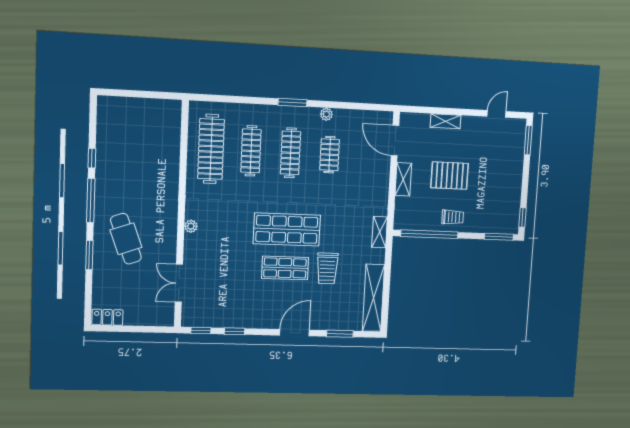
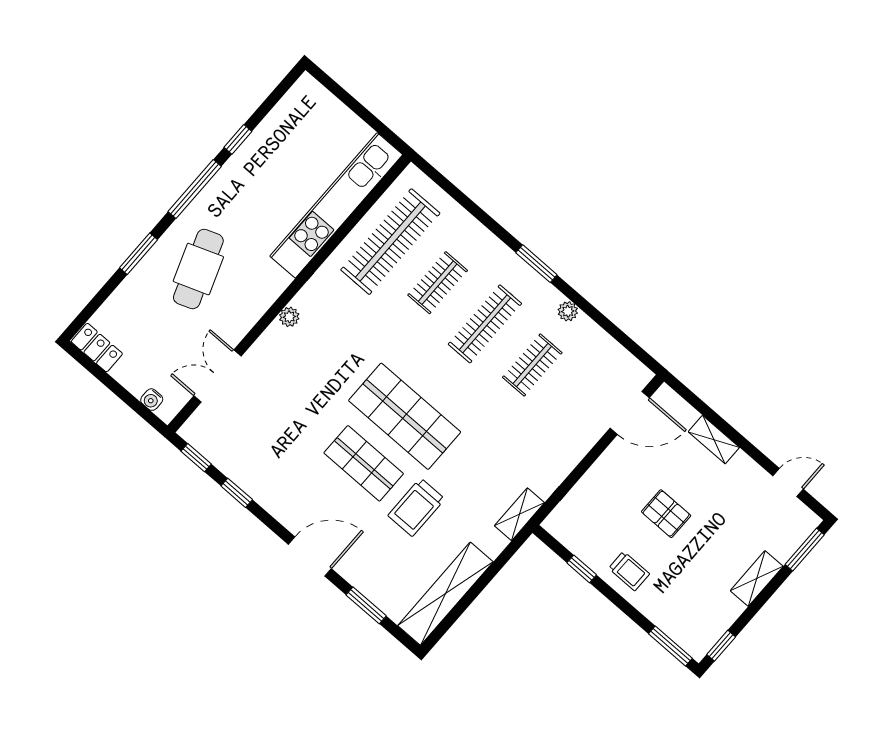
door: (395, 141) -> (630, 413), swing flipped
clothes rail: (251, 151) -> (438, 283), width x0.73
kitchen unit: (169, 152) -> (336, 205), added
pallet: (450, 176) -> (666, 514), width x0.67, depth x0.71
shelving: (403, 179) -> (757, 578), moved
window: (429, 234) -> (582, 569), width x0.32
water cooler: (156, 320) -> (152, 400), added

